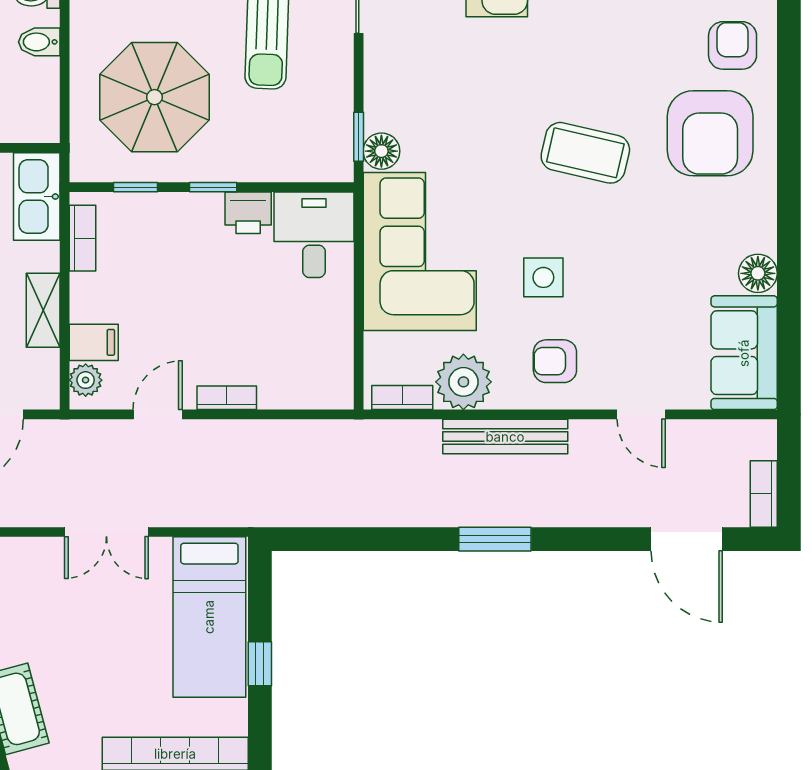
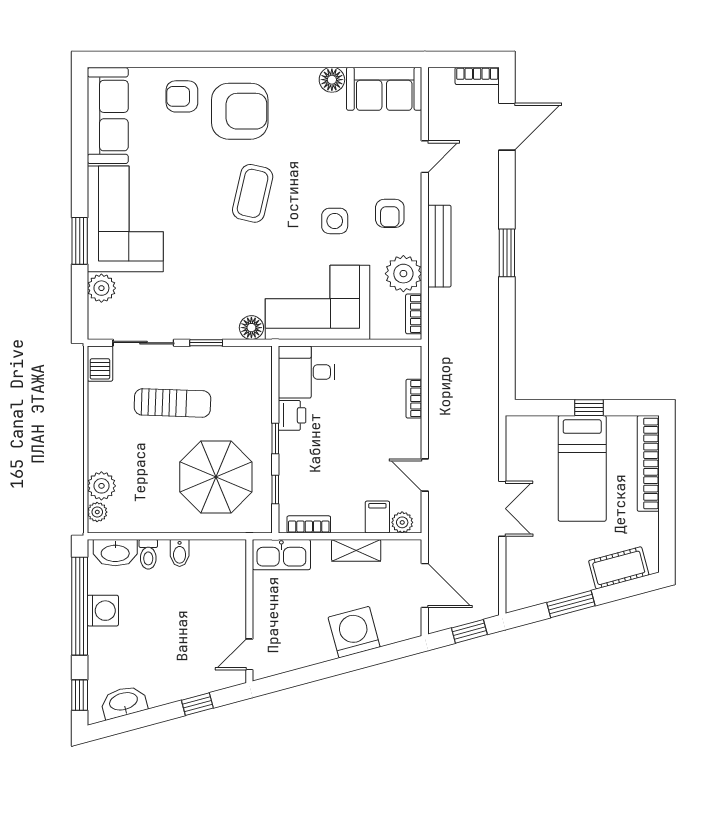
window: (359, 137) -> (206, 343), moved
bookcase: (227, 398) -> (414, 399), moved
bed: (209, 617) -> (582, 468), moved, turned 90

